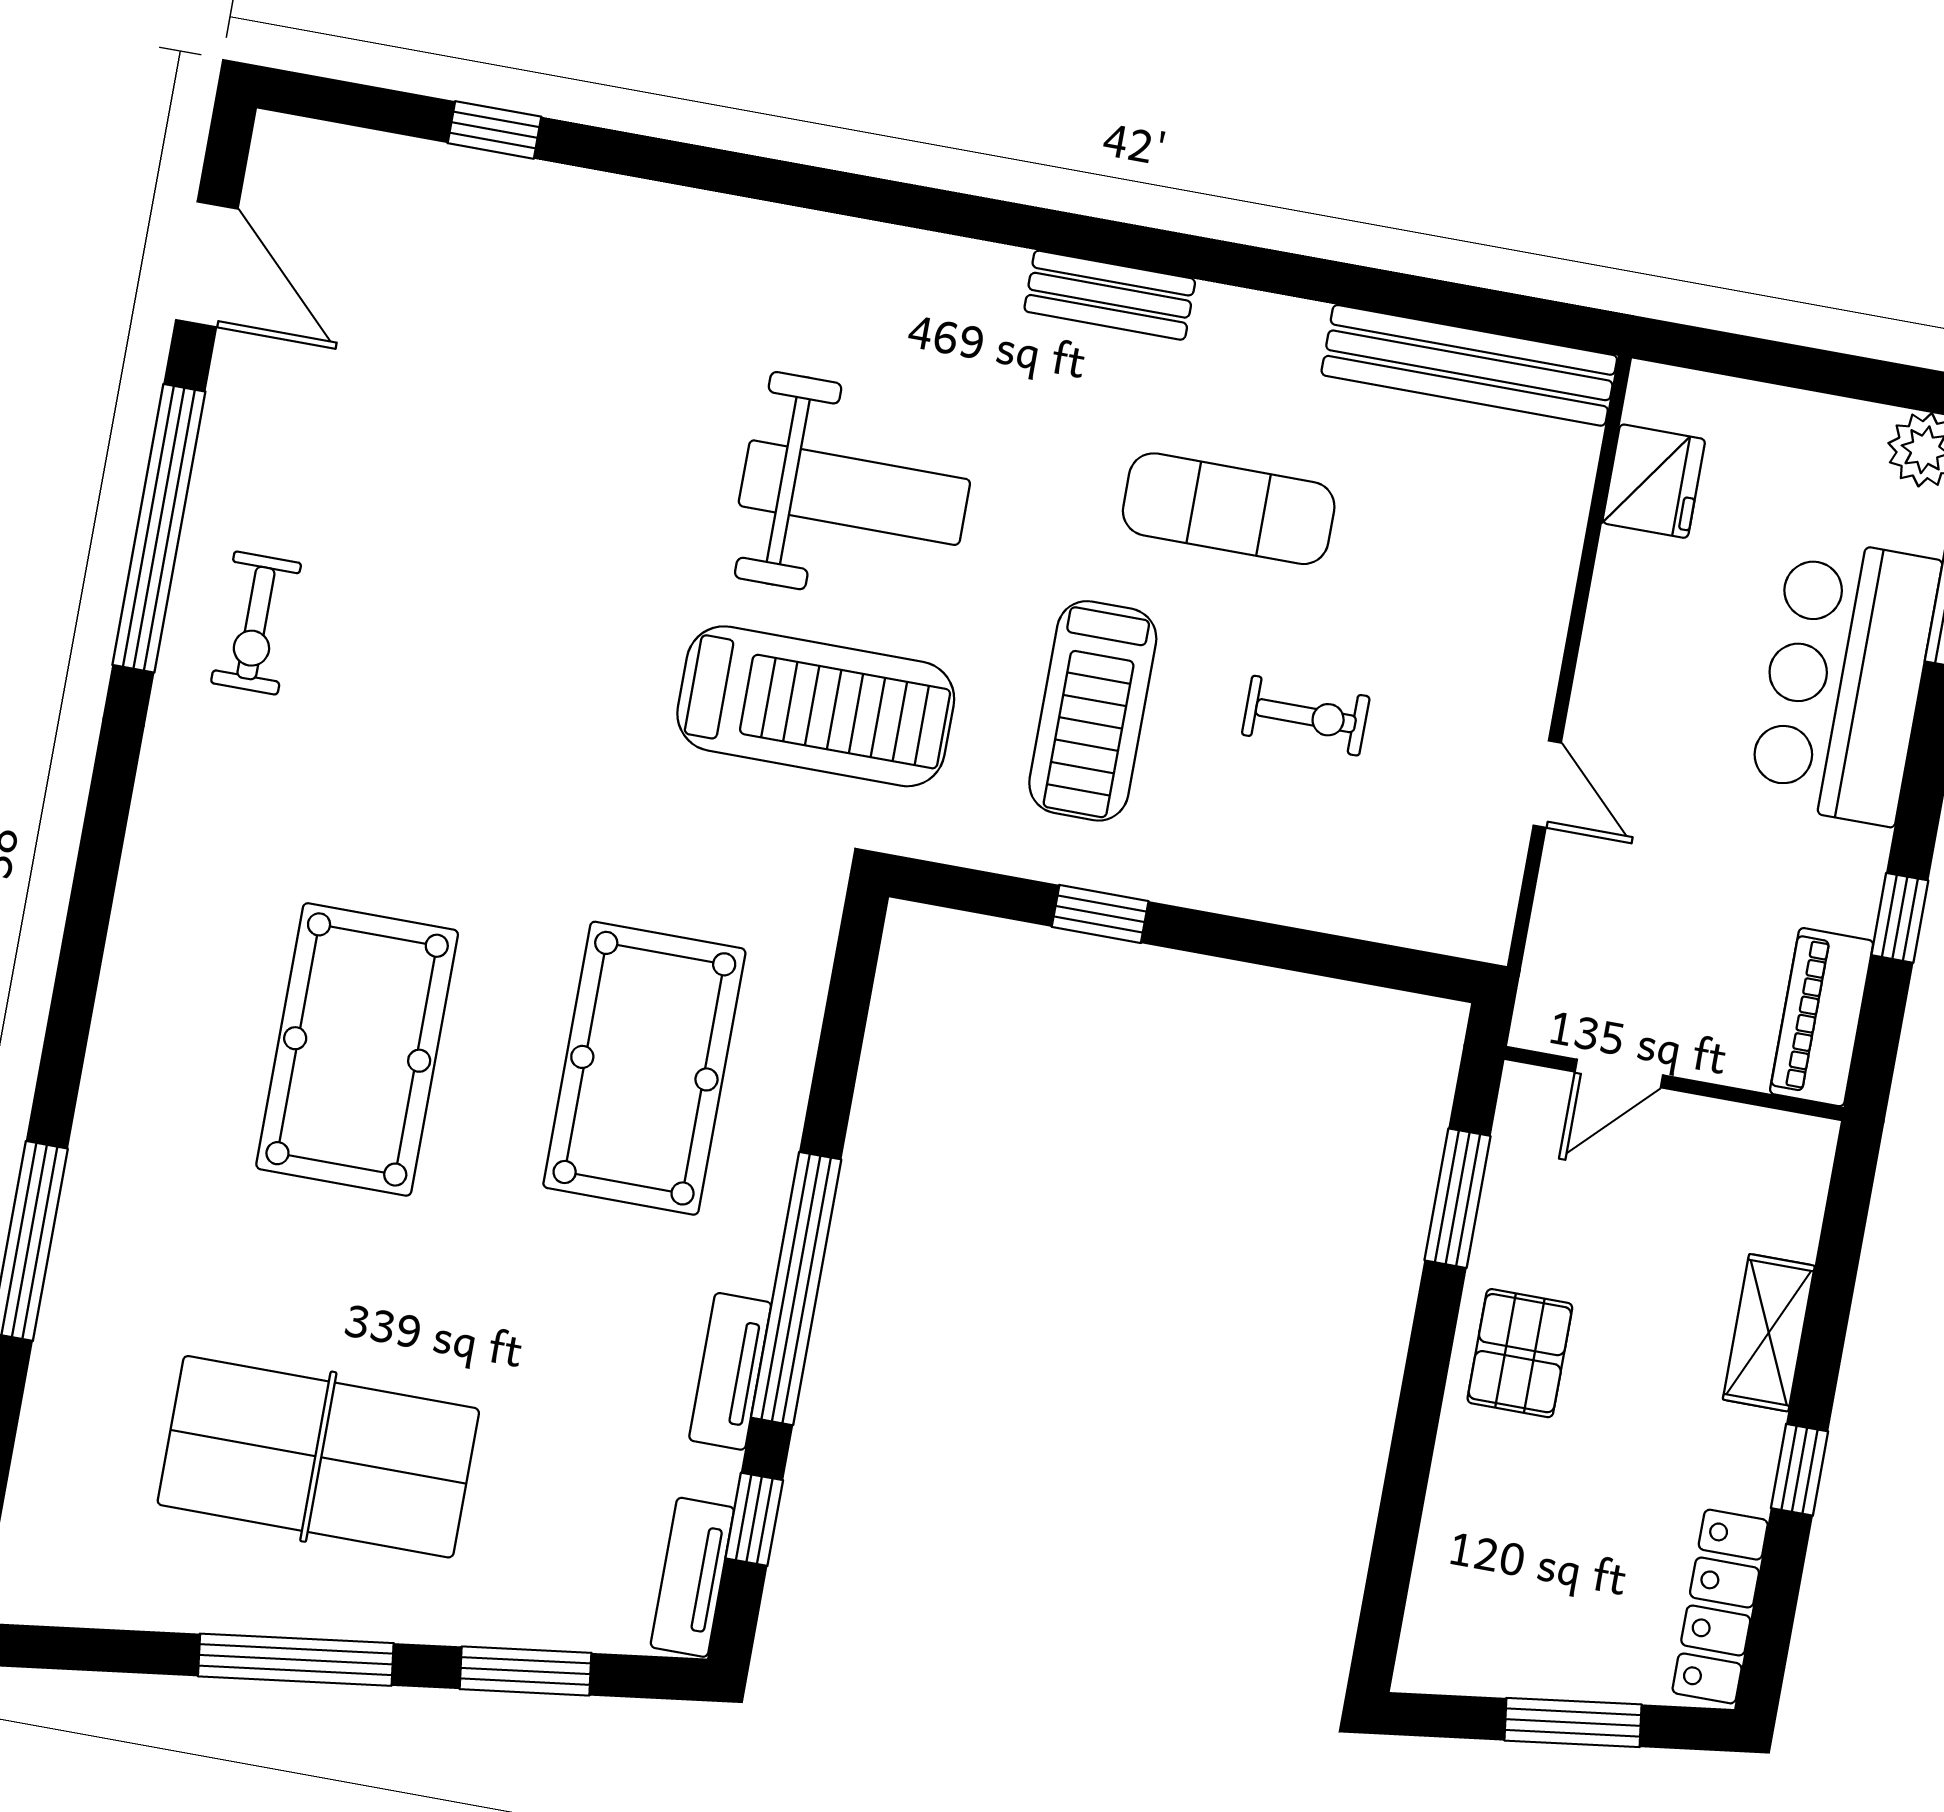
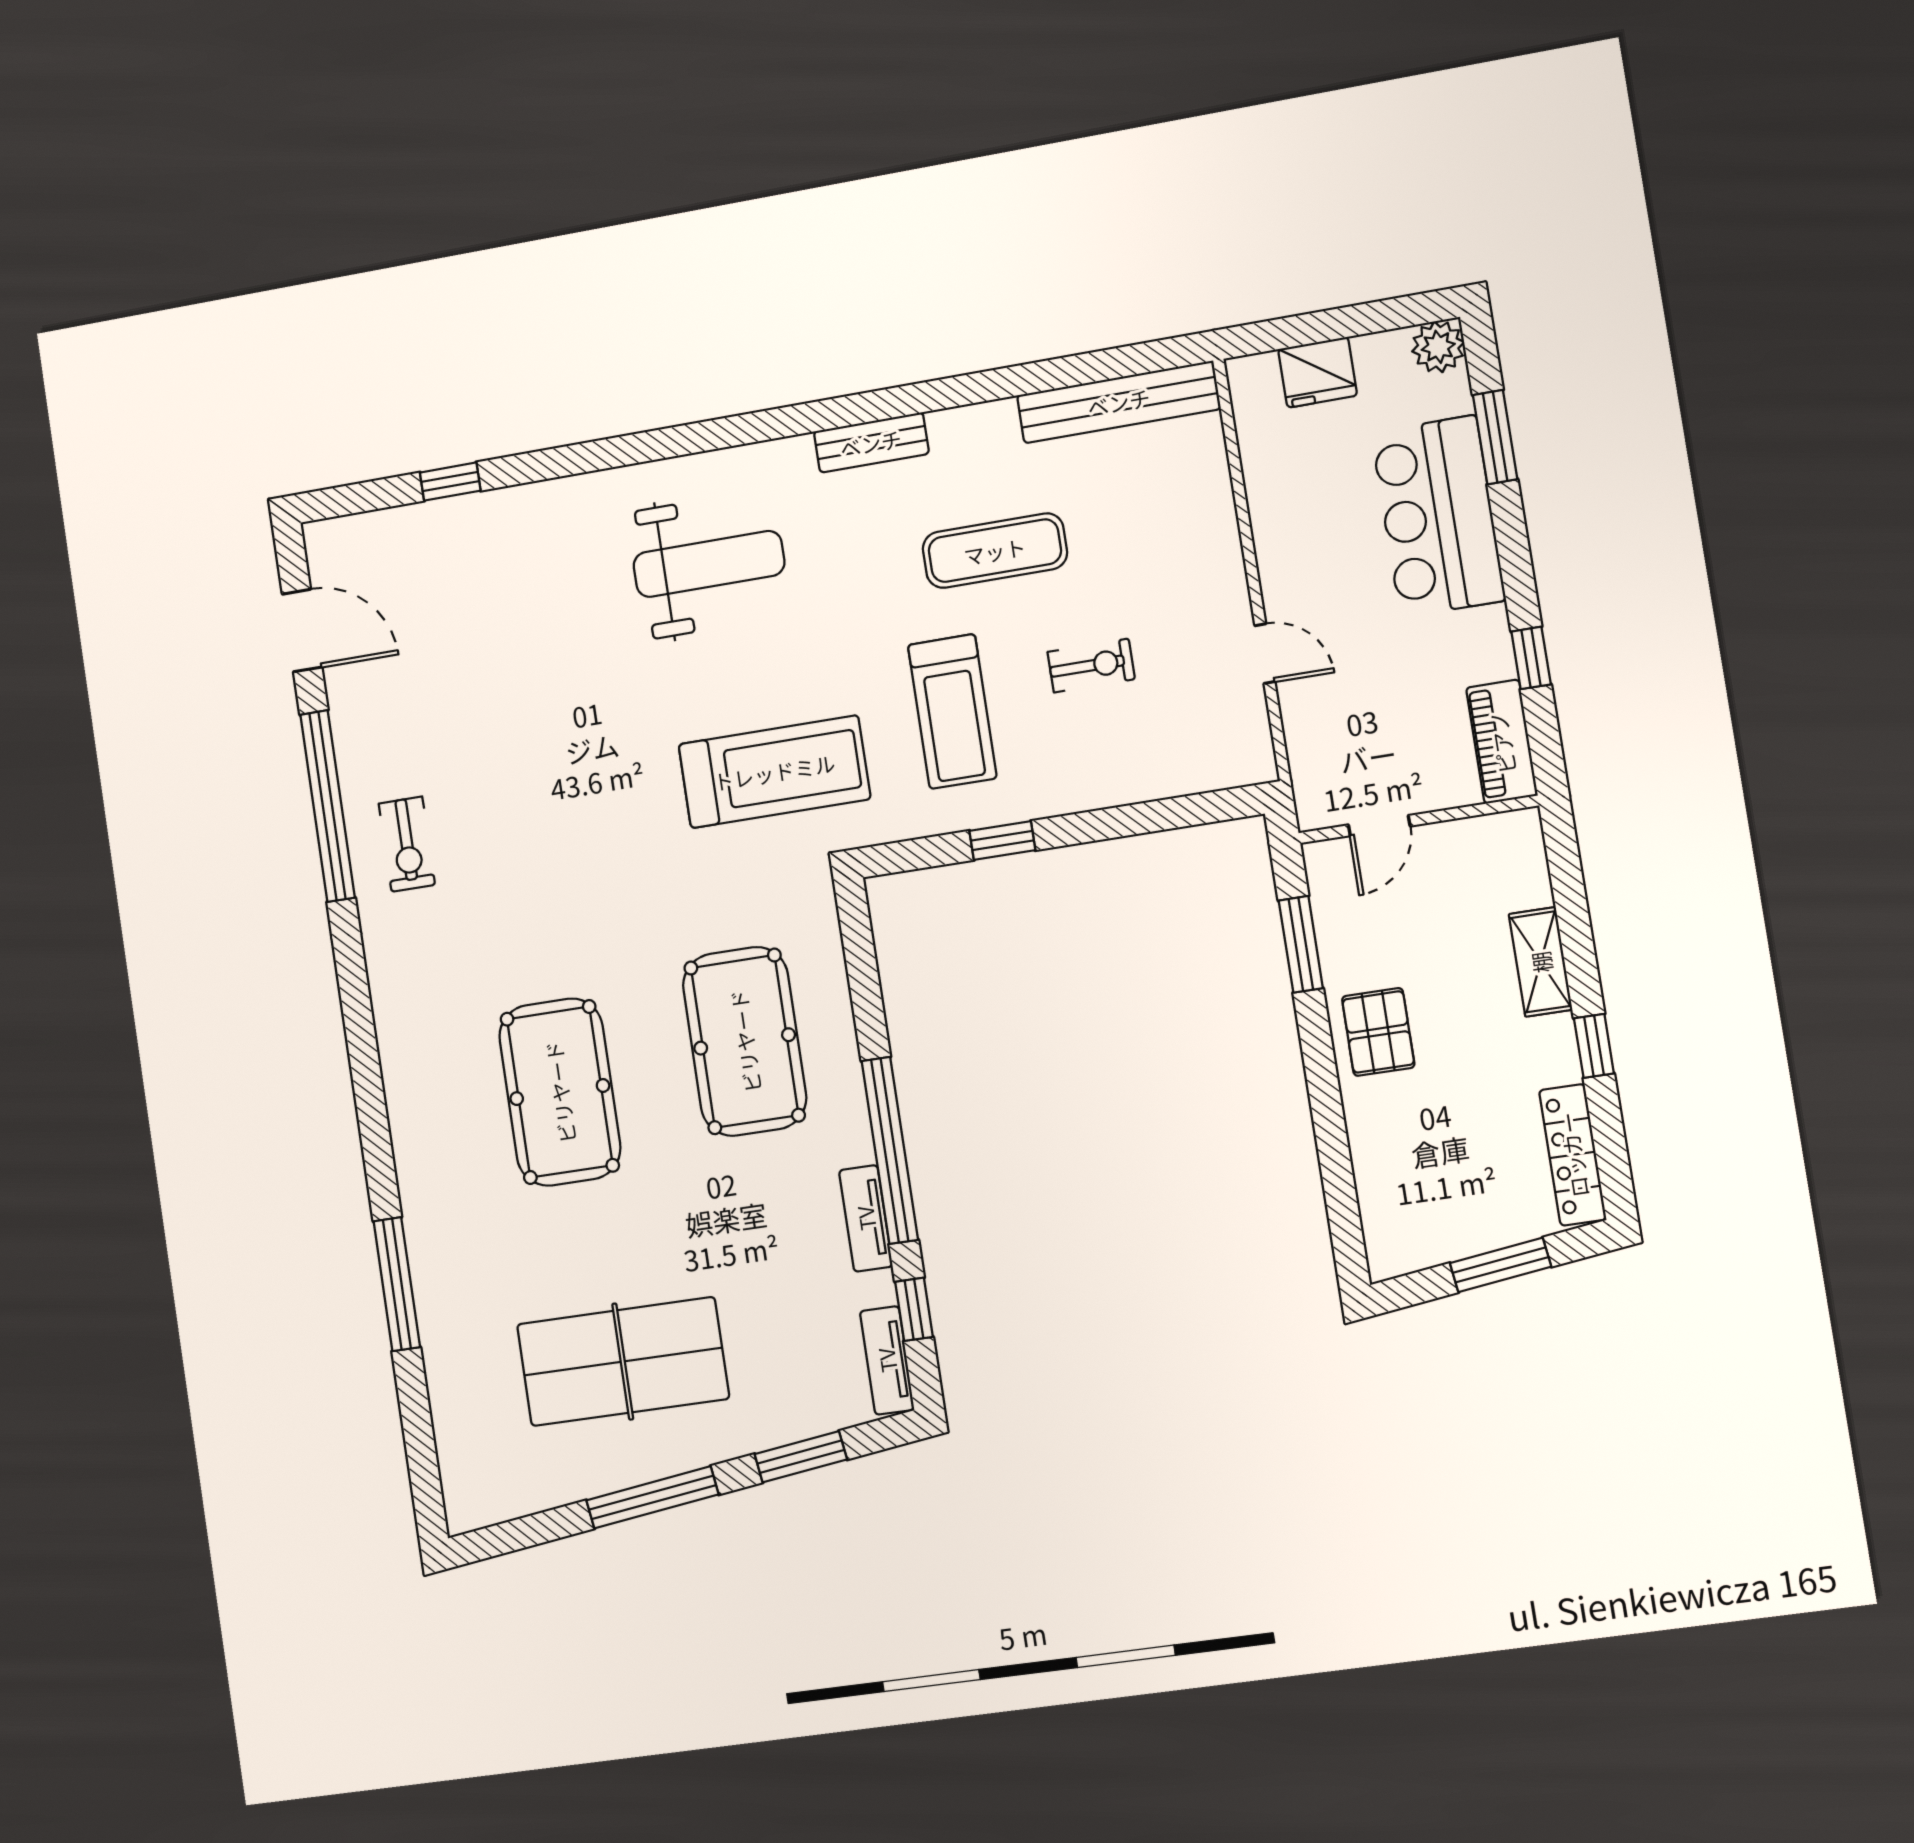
fridge: (1654, 481) -> (1318, 372), moved, turned 90
weight bench: (854, 493) -> (709, 564), moved

